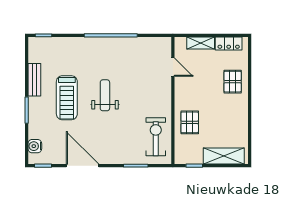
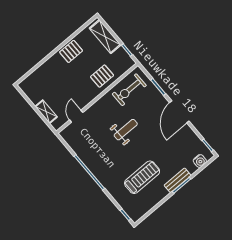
locker: (229, 43) -> (31, 94), removed
bench: (34, 80) -> (178, 180), moved
pallet: (233, 82) -> (71, 51), moved
weight bench: (105, 95) -> (126, 130), moved, turned 180
treadmill: (67, 98) -> (142, 177), moved
door: (83, 166) -> (179, 112), moved

